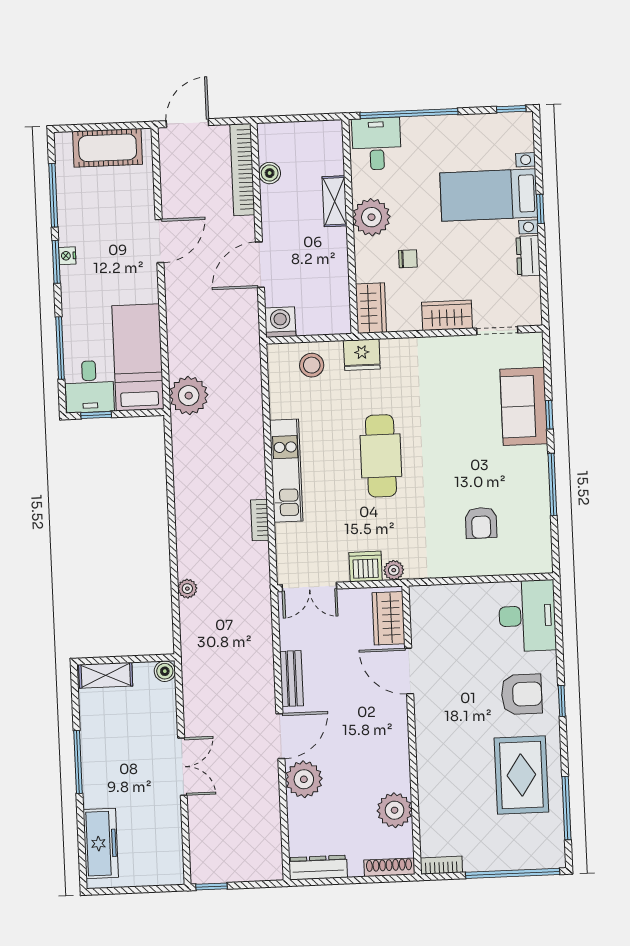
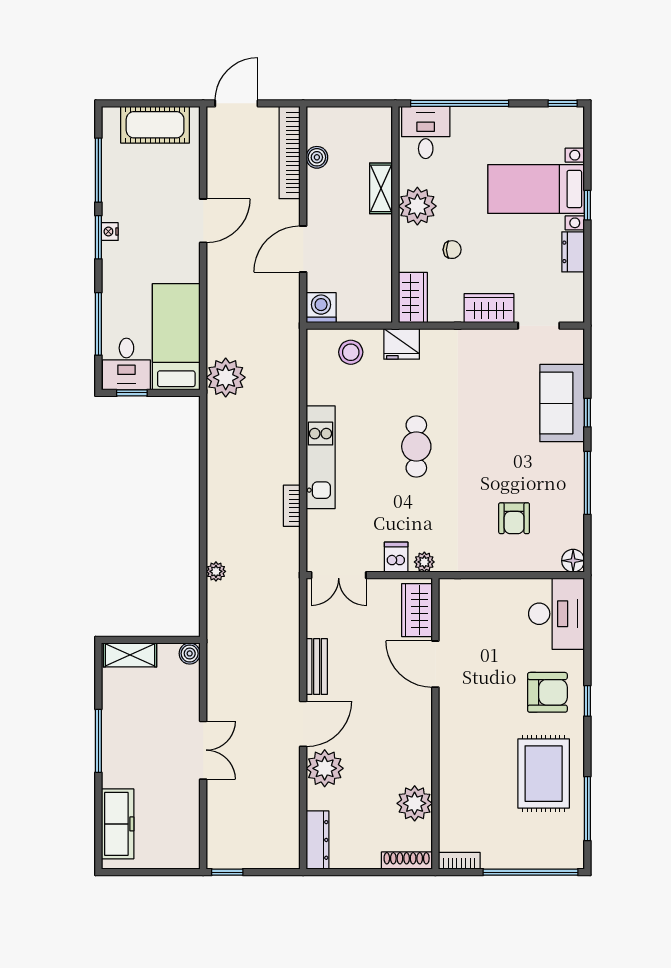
cafe table: (381, 456) -> (416, 446), width x0.73, depth x0.74
floor lamp: (541, 562) -> (573, 561), added
dishwasher: (366, 567) -> (396, 557), width x0.73
dresser: (318, 868) -> (317, 840), moved, turned 90

